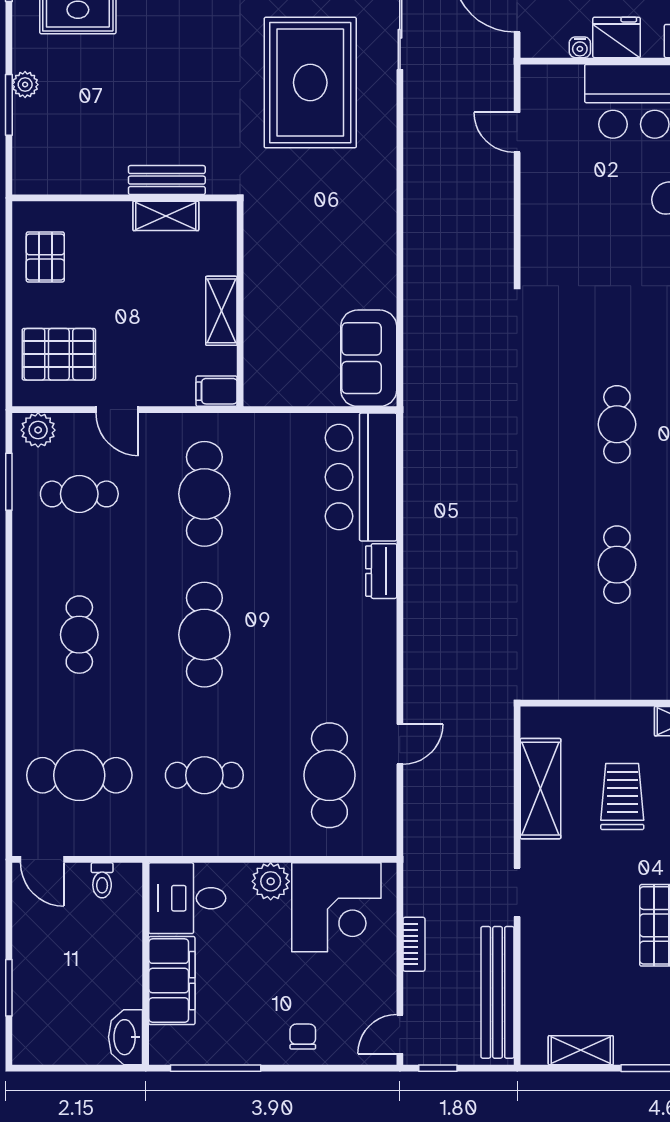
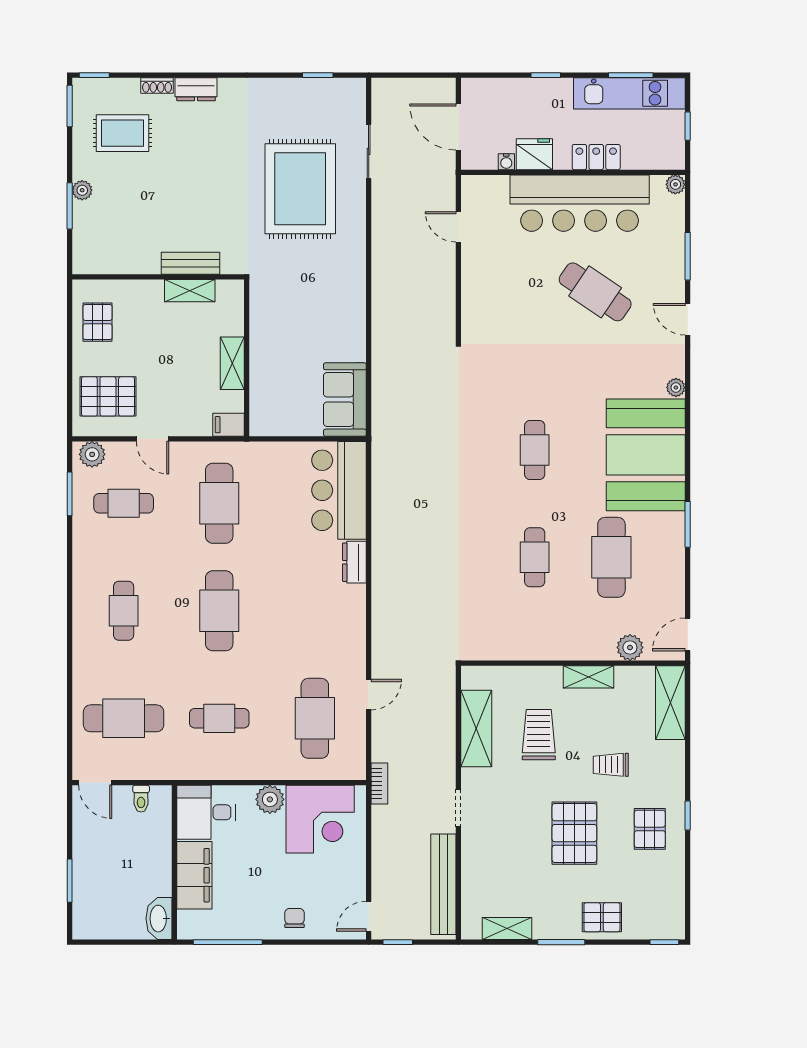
bookcase: (414, 944) -> (379, 784), moved

